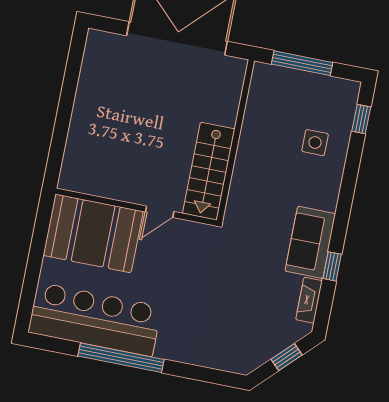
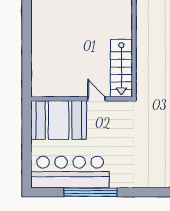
door: (160, 212) -> (96, 99), swing flipped

